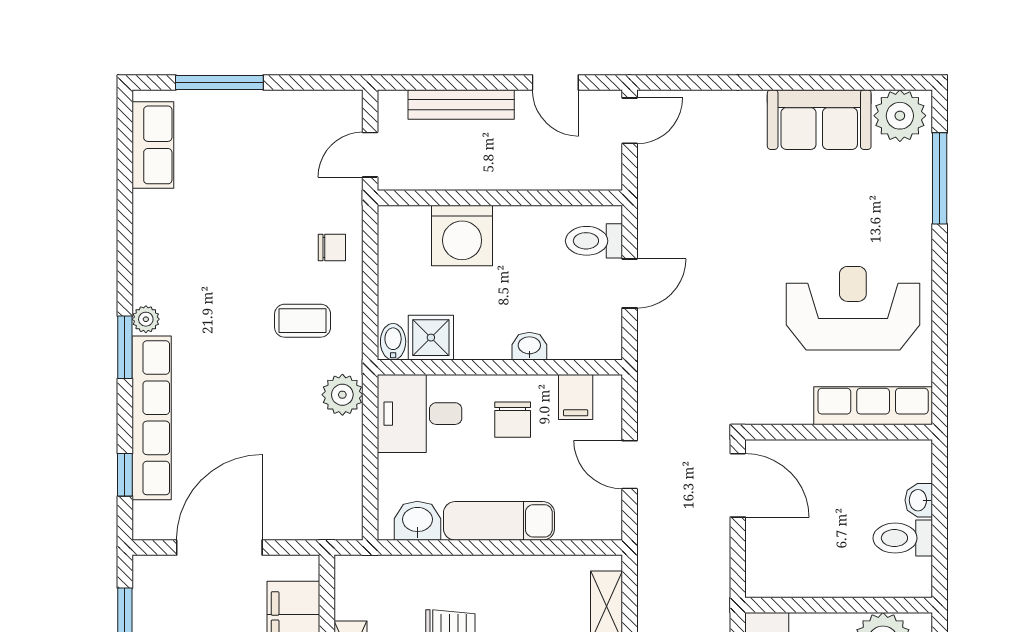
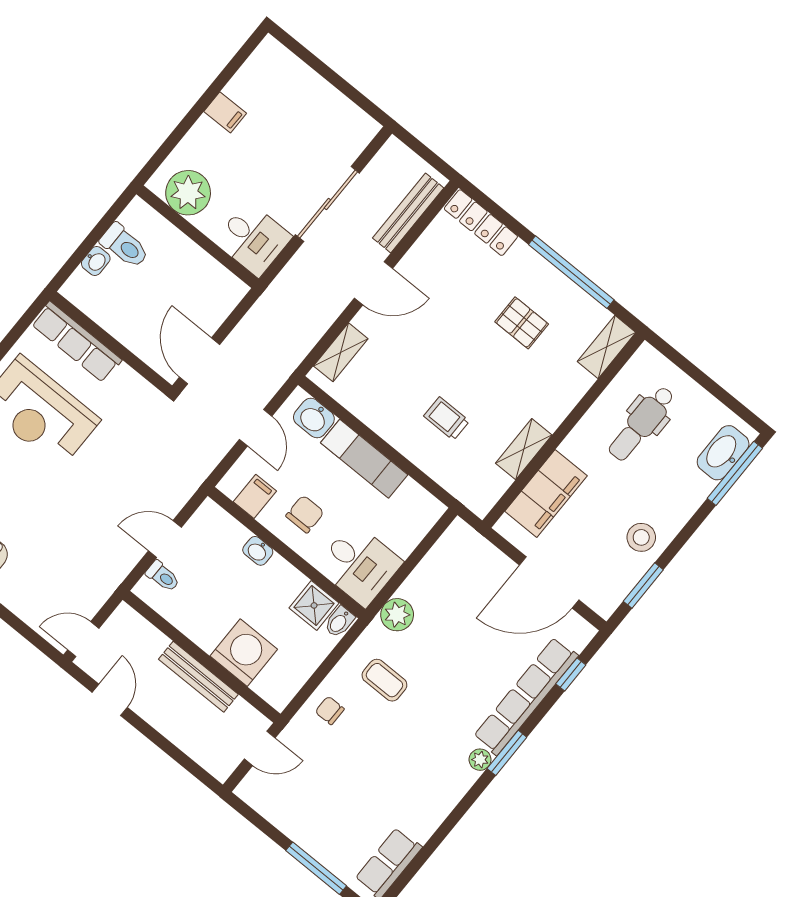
bench: (461, 105) -> (198, 677), moved
toilet: (594, 241) -> (163, 576), width x0.73, depth x0.72
washbasin: (417, 521) -> (314, 418), moved

